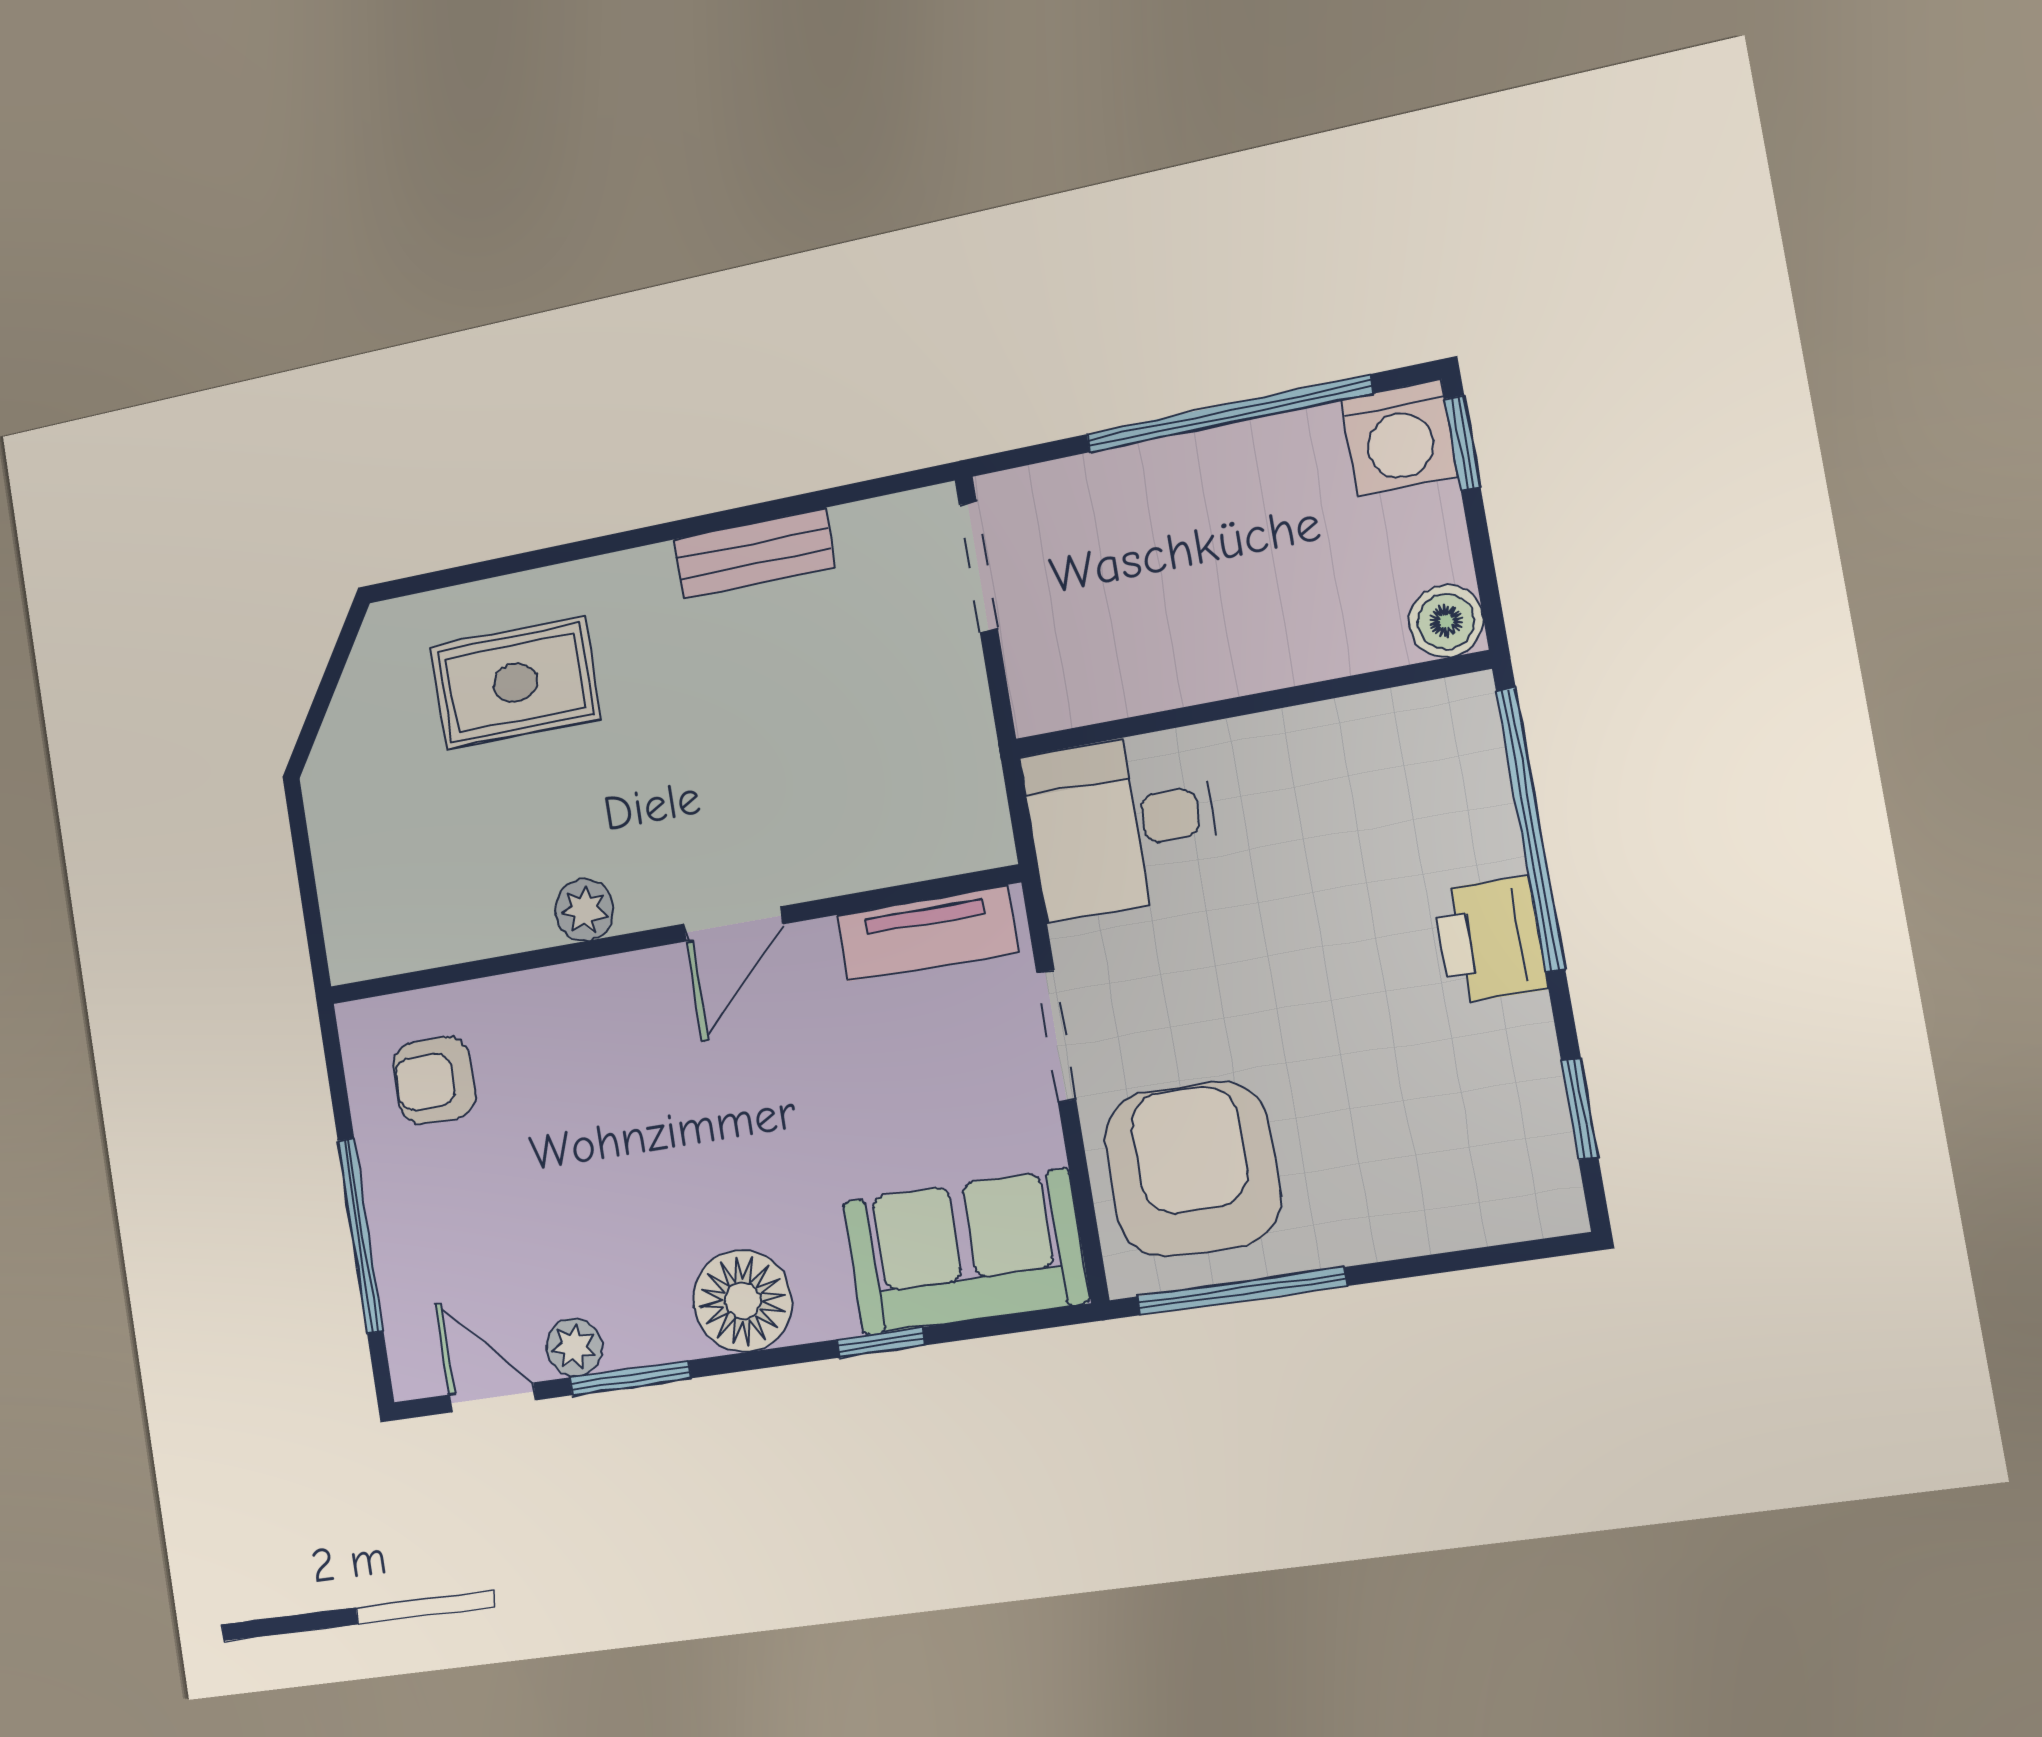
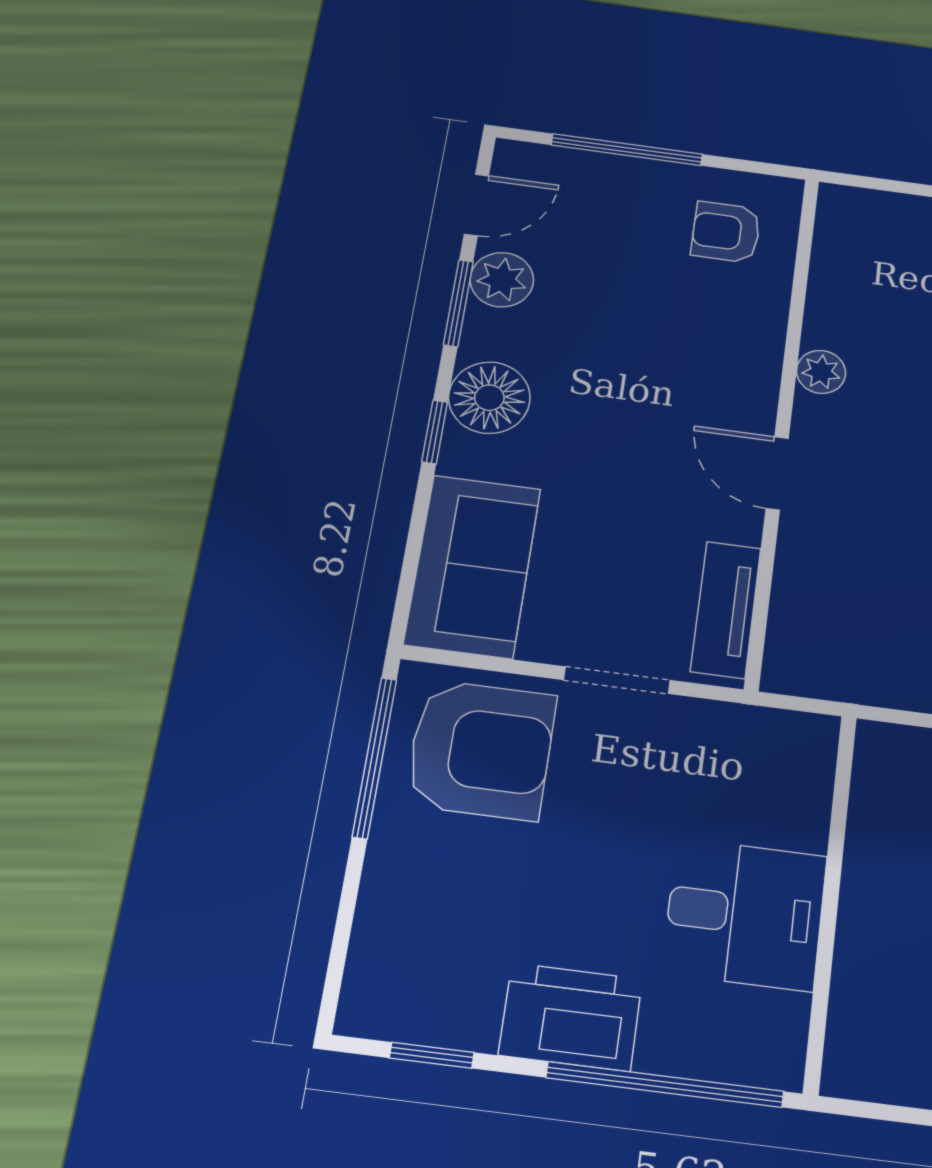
boiler: (1446, 621) -> (851, 1070), removed
desk: (1122, 824) -> (745, 914), moved, turned 90
printer: (1490, 940) -> (571, 1017), width x1.37, depth x1.19
armchair: (434, 1080) -> (726, 232), turned -90
window: (881, 1342) -> (435, 432), moved
plant: (574, 1347) -> (502, 280), width x1.38, depth x1.38

